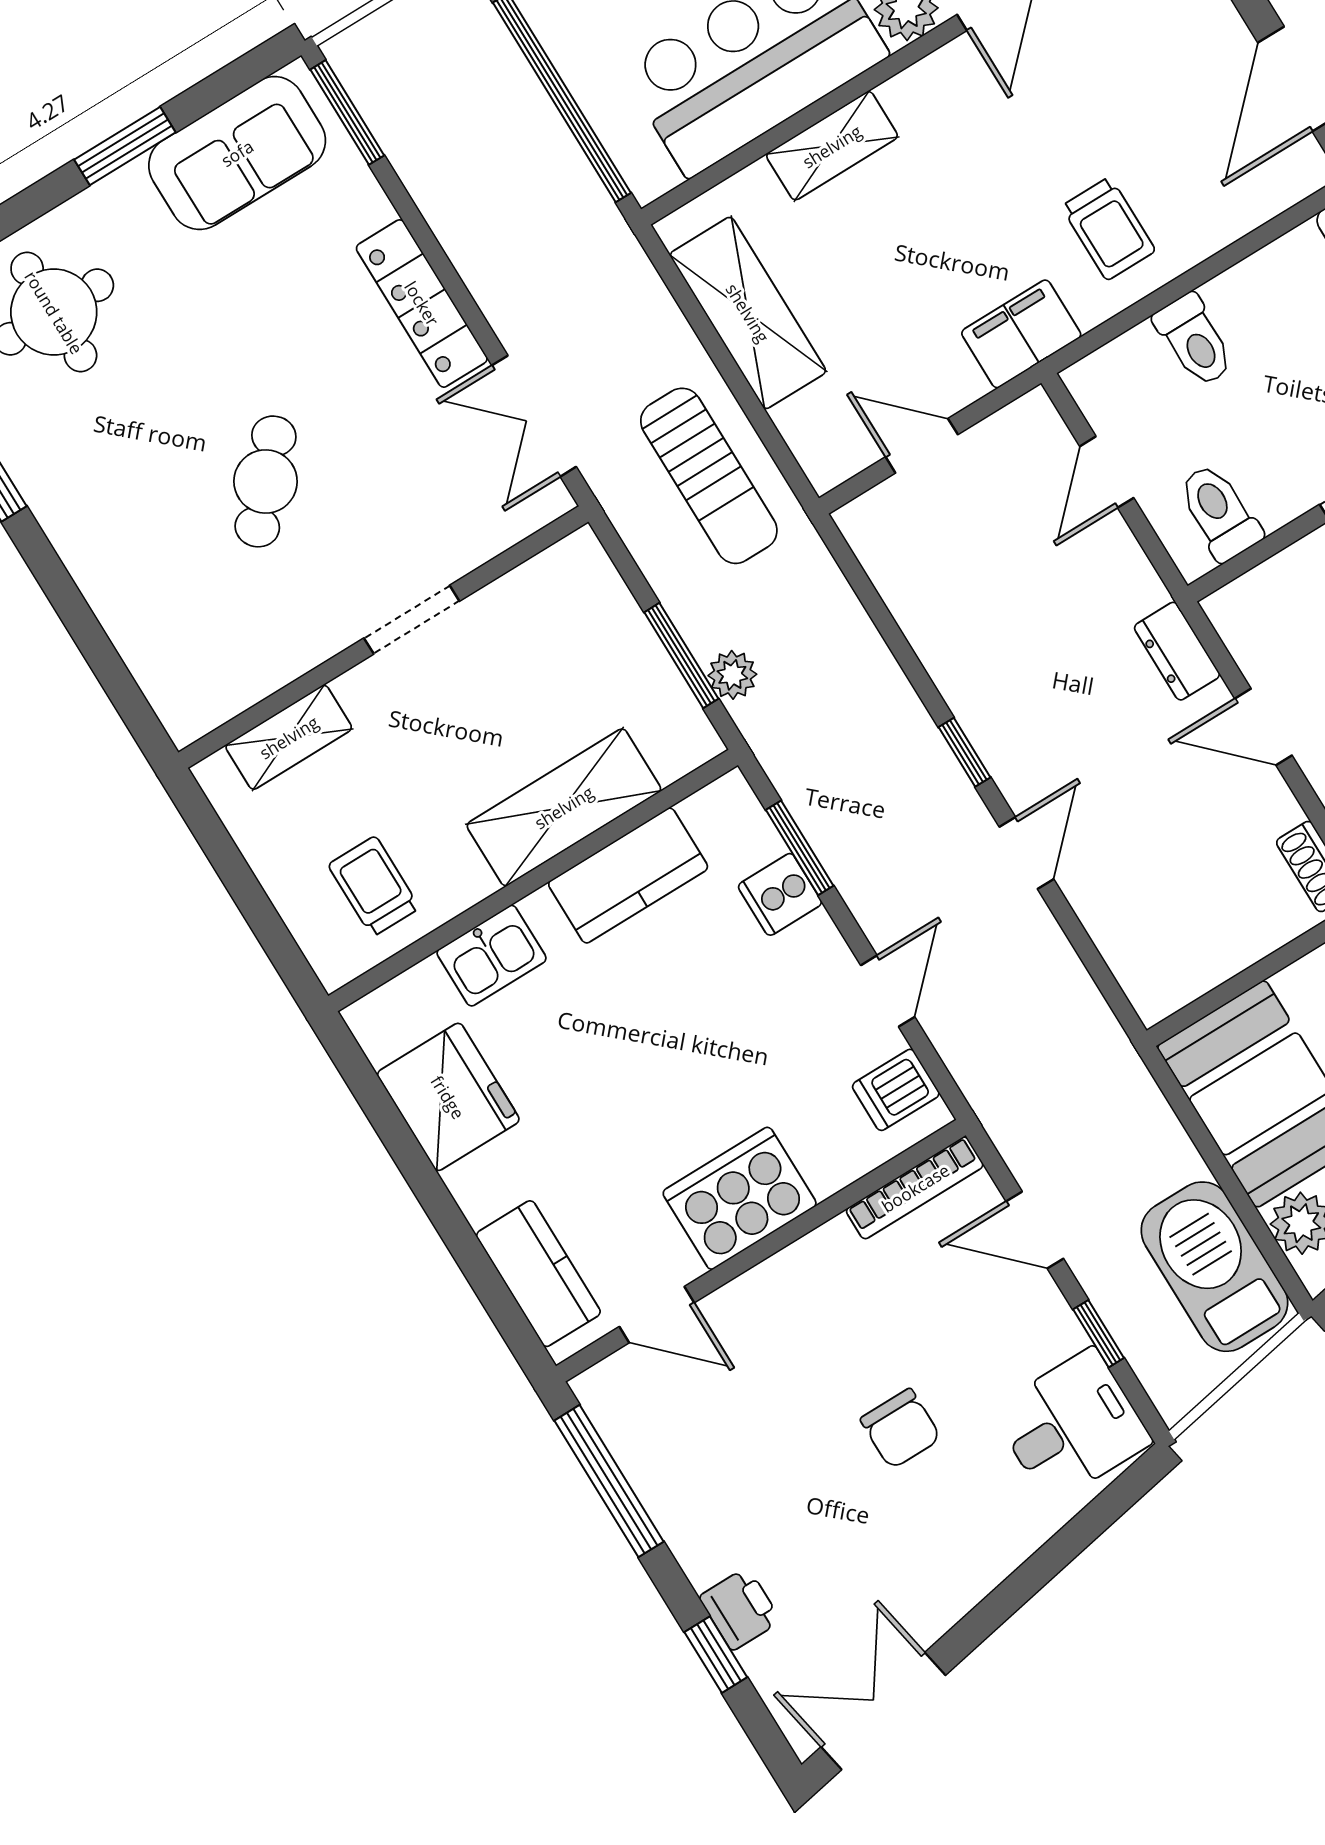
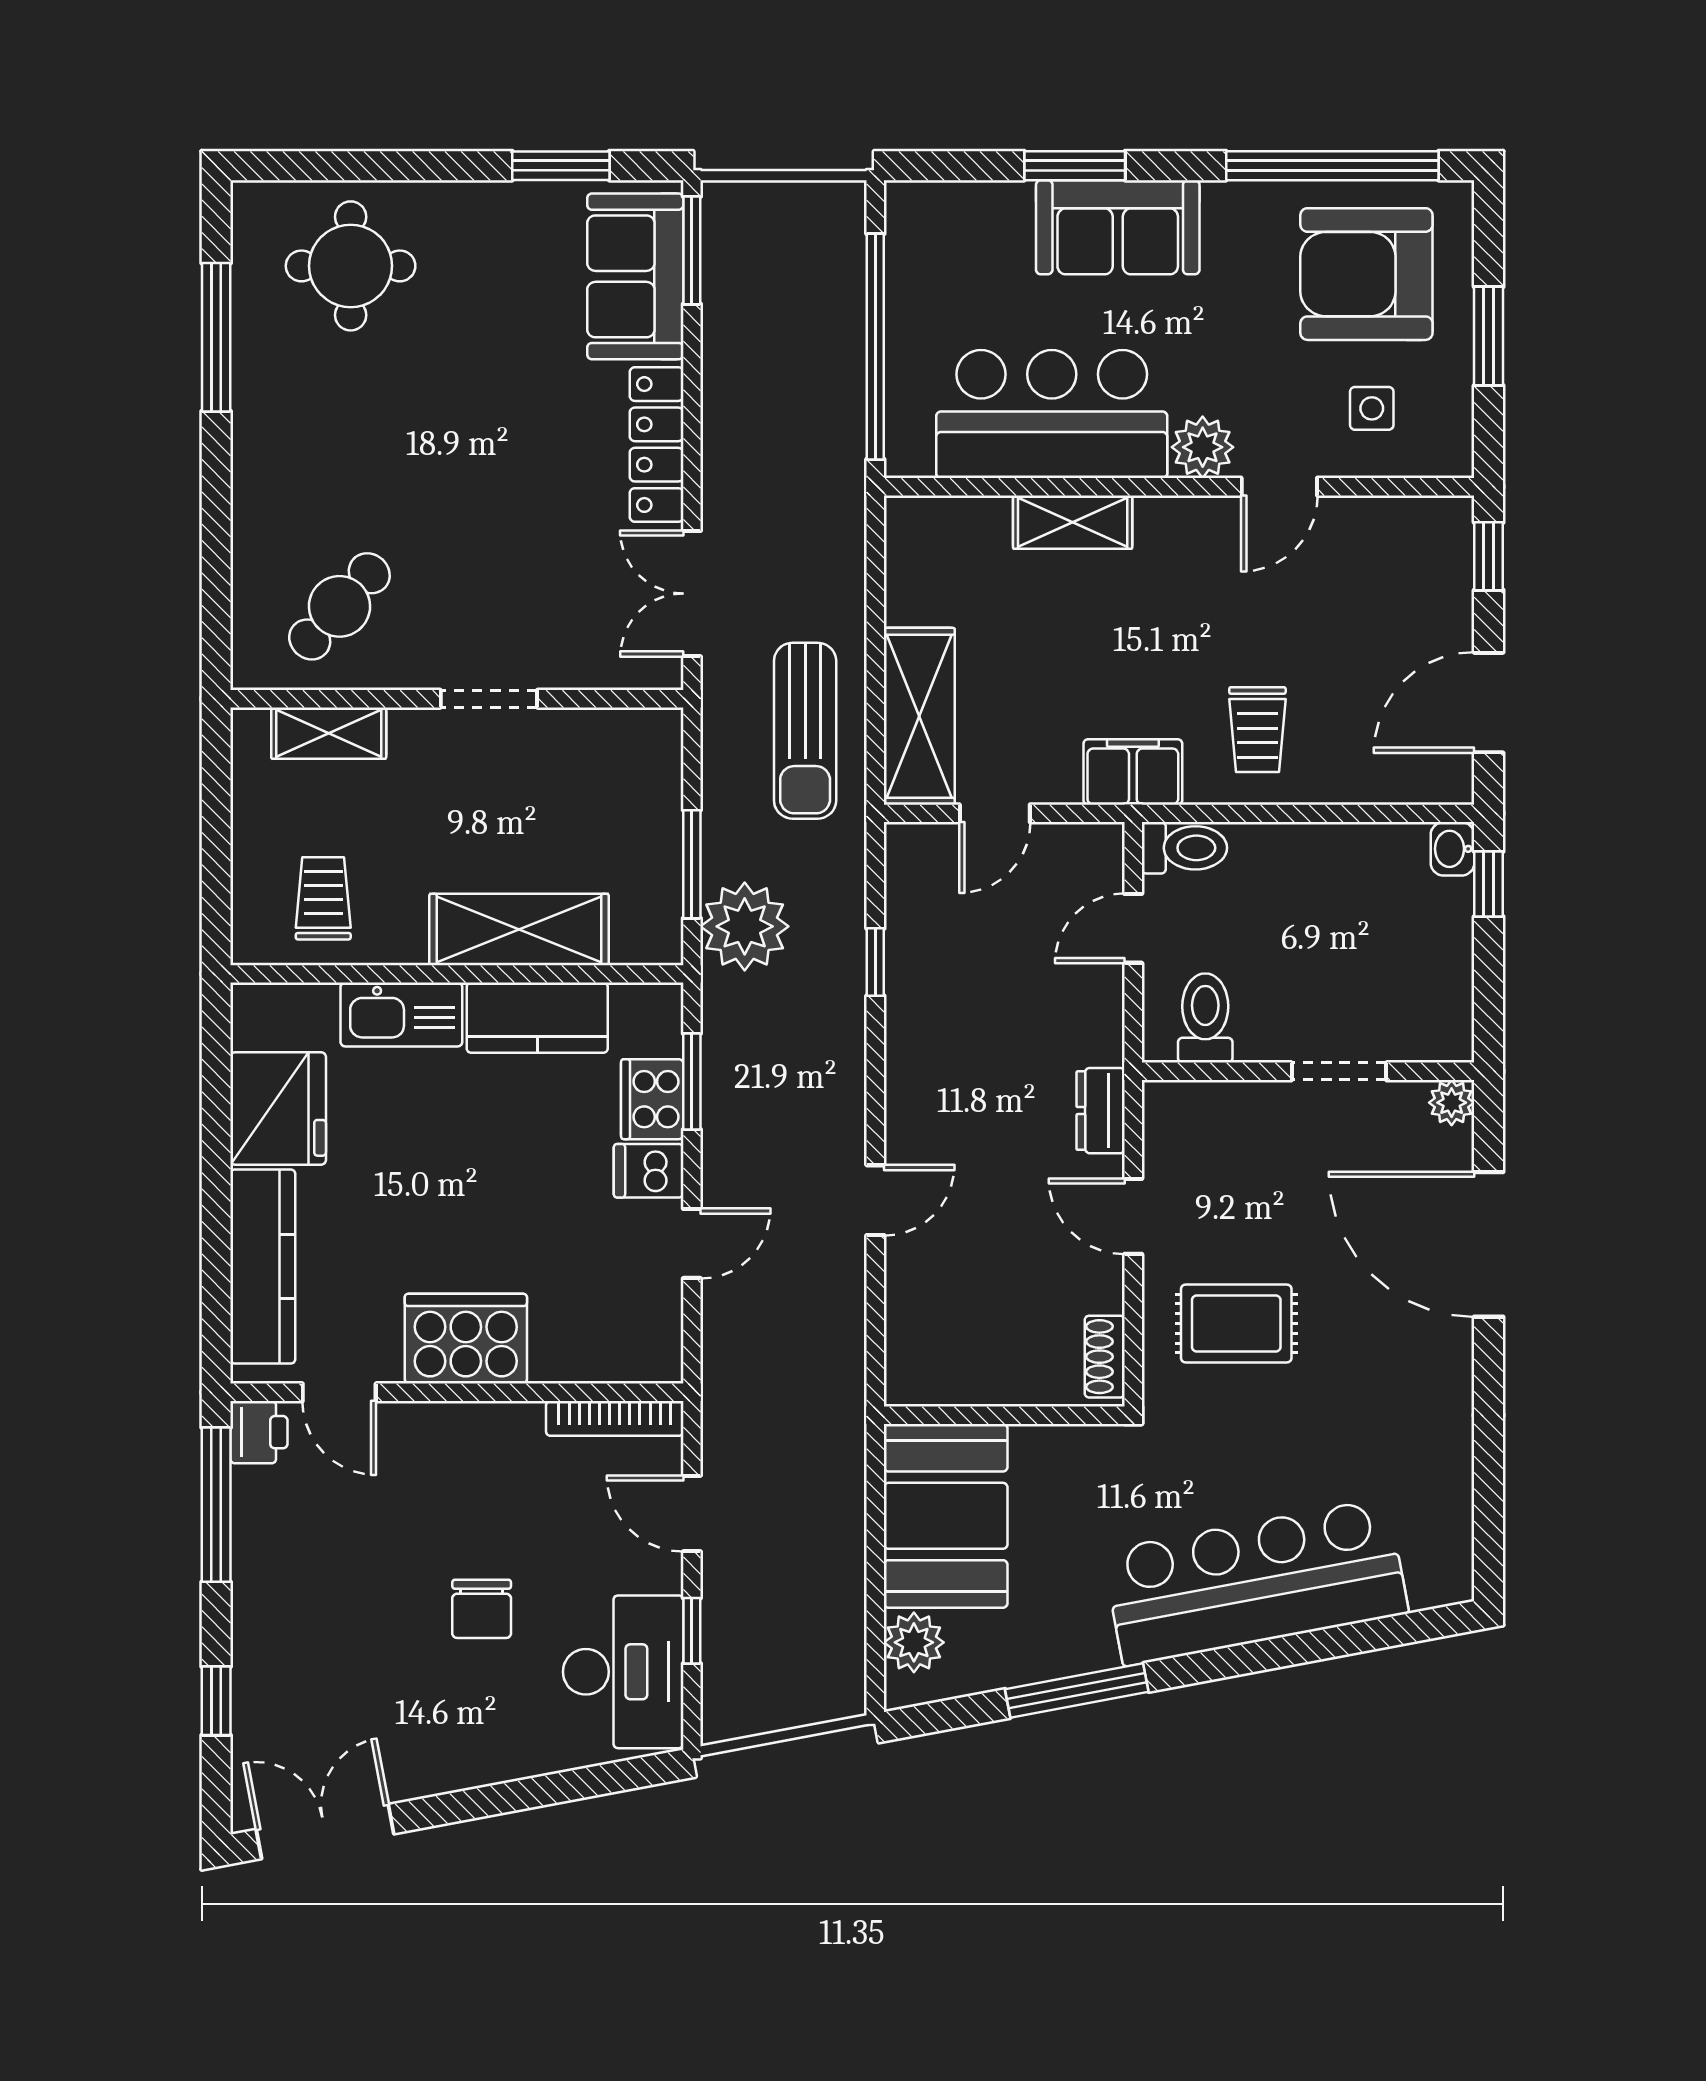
window: (125, 146) -> (561, 166), moved
sofa: (237, 153) -> (635, 276), moved, turned 90
shelving: (748, 313) -> (919, 716), moved
toilet: (1195, 340) -> (1184, 848), moved, turned -90
door: (922, 446) -> (995, 813), swing flipped
cafe table: (266, 481) -> (339, 606), moved
plant: (732, 675) -> (745, 926), width x1.88, depth x1.88
window: (964, 752) -> (875, 962), moved
cooker: (780, 894) -> (652, 1099), width x1.36
kitchen sink: (492, 956) -> (401, 1015), width x1.38
dishwasher: (896, 1090) -> (649, 1171), moved
barbecue: (1214, 1267) -> (821, 1634), removed
kitchen counter: (538, 1274) -> (263, 1267), width x1.50
desk: (1071, 1426) -> (623, 1672), width x1.37
printer: (740, 1609) -> (259, 1432), moved

